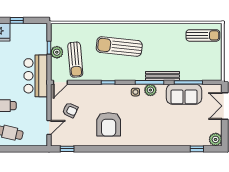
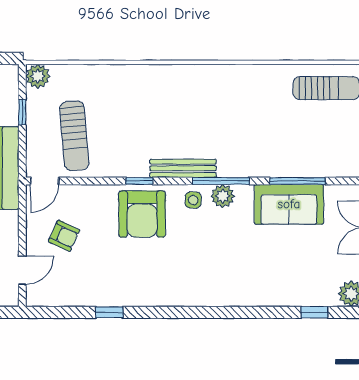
sun lounger: (119, 47) -> (161, 110), removed
plant: (57, 52) -> (38, 76), moved
bench: (163, 76) -> (183, 168), moved
armchair: (109, 124) -> (142, 214), moved
window: (67, 149) -> (109, 312), moved

